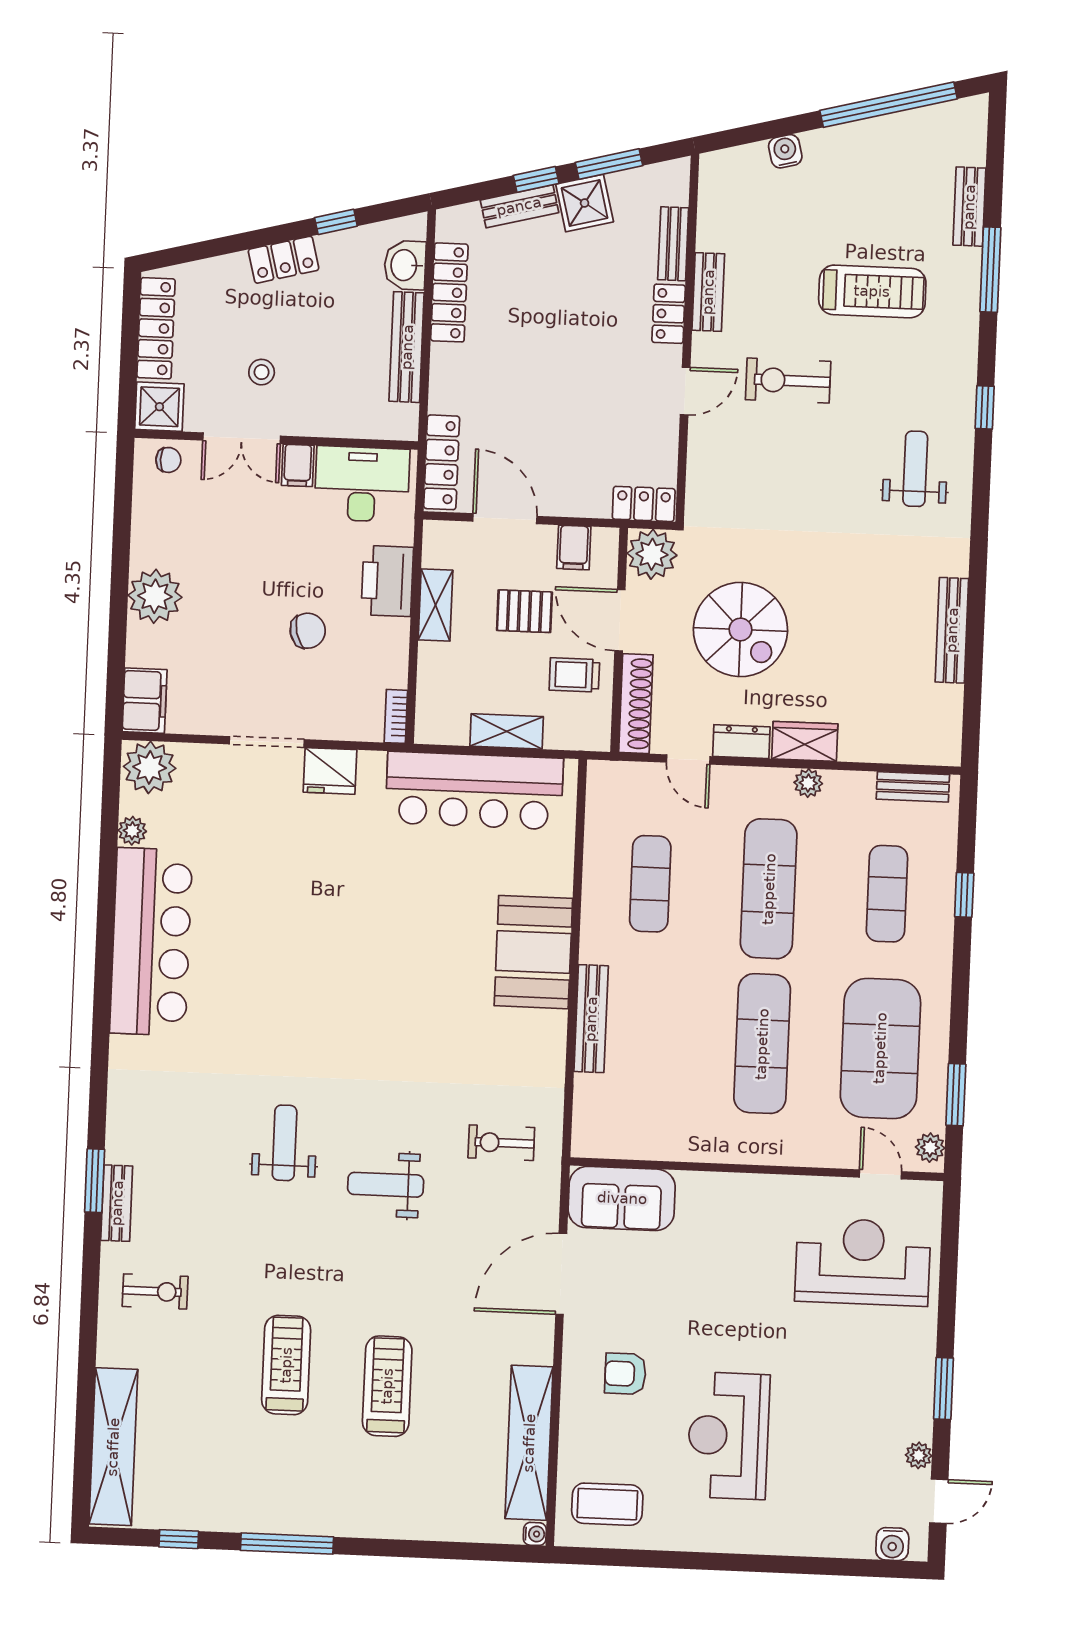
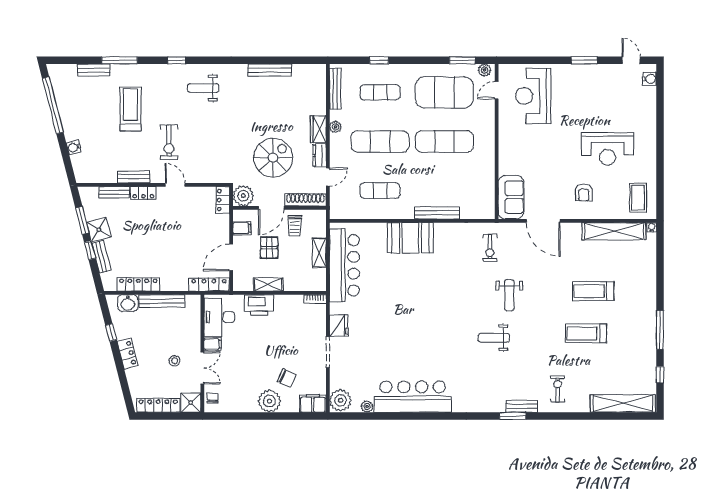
chair: (308, 631) -> (287, 378), moved, turned 127
bench: (913, 787) -> (335, 89), width x1.36
plant: (919, 1455) -> (612, 69), removed

